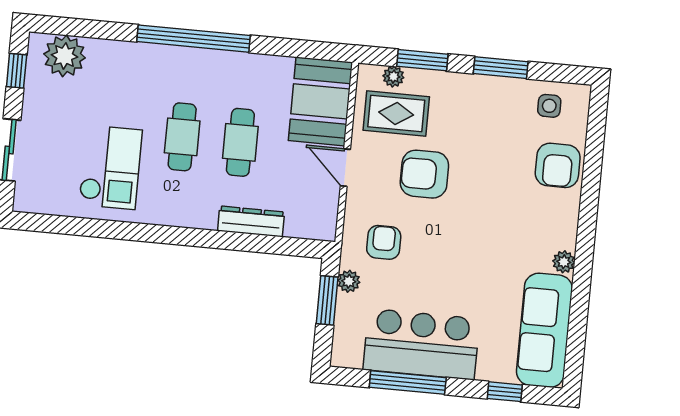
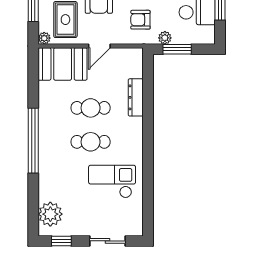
plant: (393, 77) -> (44, 38), moved

